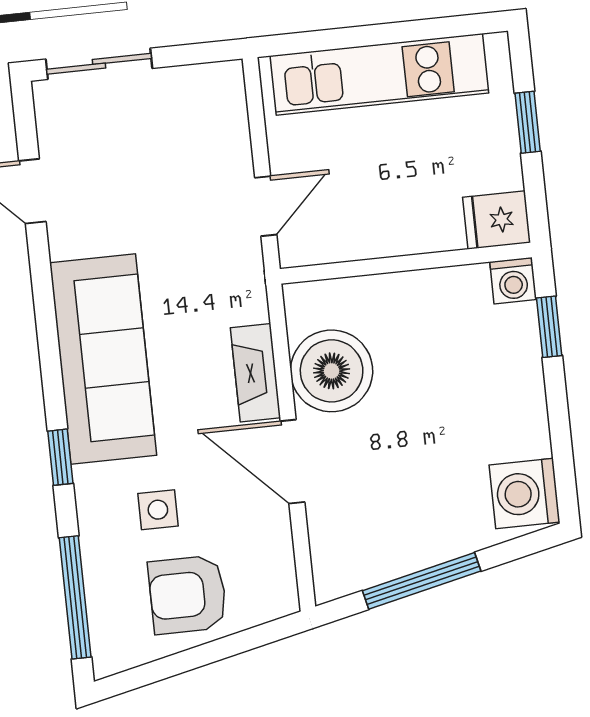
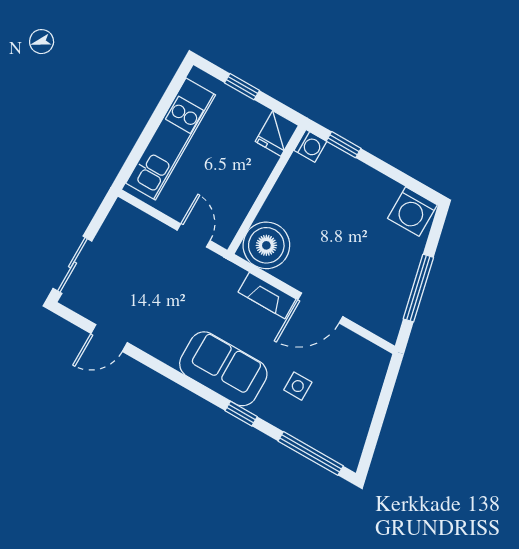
sofa: (103, 359) -> (223, 369), width x0.73
boiler: (332, 371) -> (266, 245), moved
armchair: (188, 595) -> (347, 401), removed

